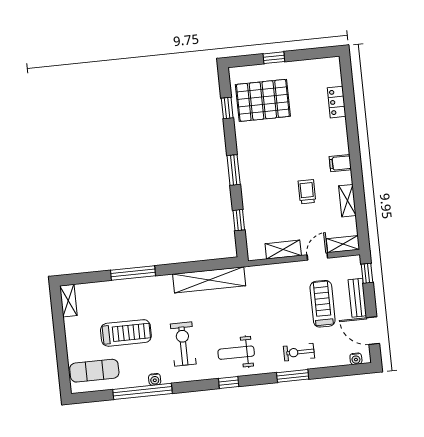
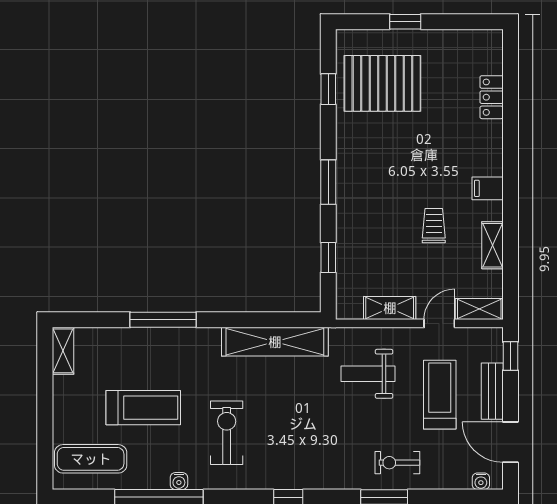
weight bench: (236, 353) -> (368, 374), moved

